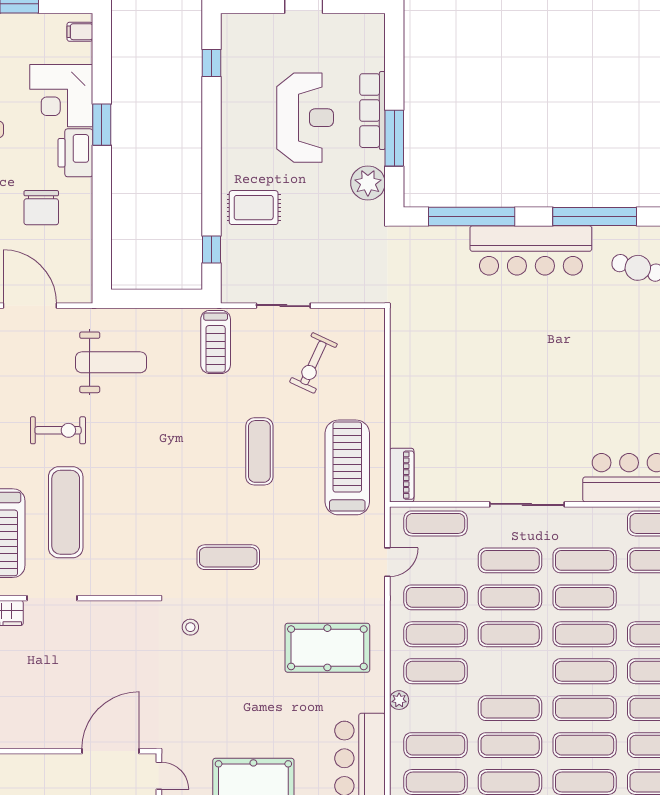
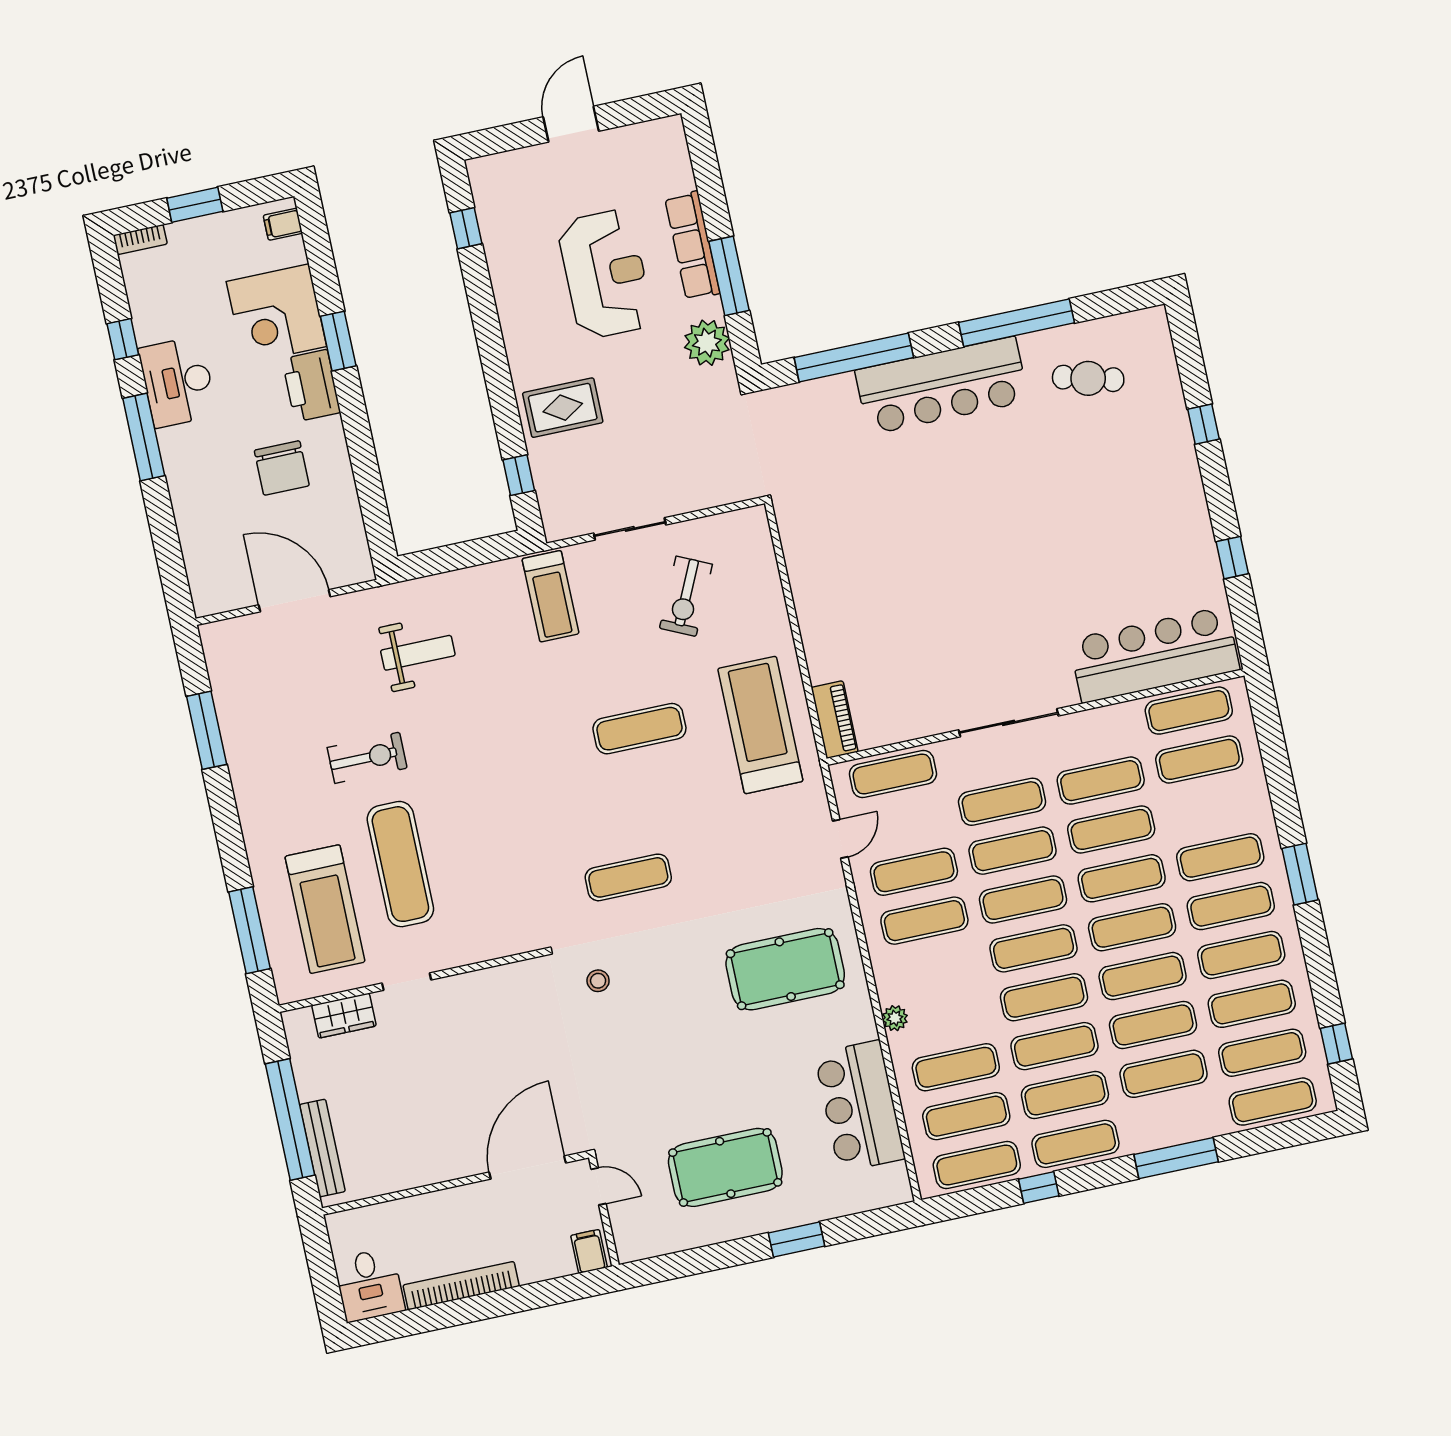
weight bench: (111, 362) -> (418, 653), width x0.73, depth x0.75
exercise mat: (259, 451) -> (639, 729), turned 90
doorway: (52, 598) -> (407, 982), width x0.73
exercise mat: (435, 671) -> (1033, 948), moved

